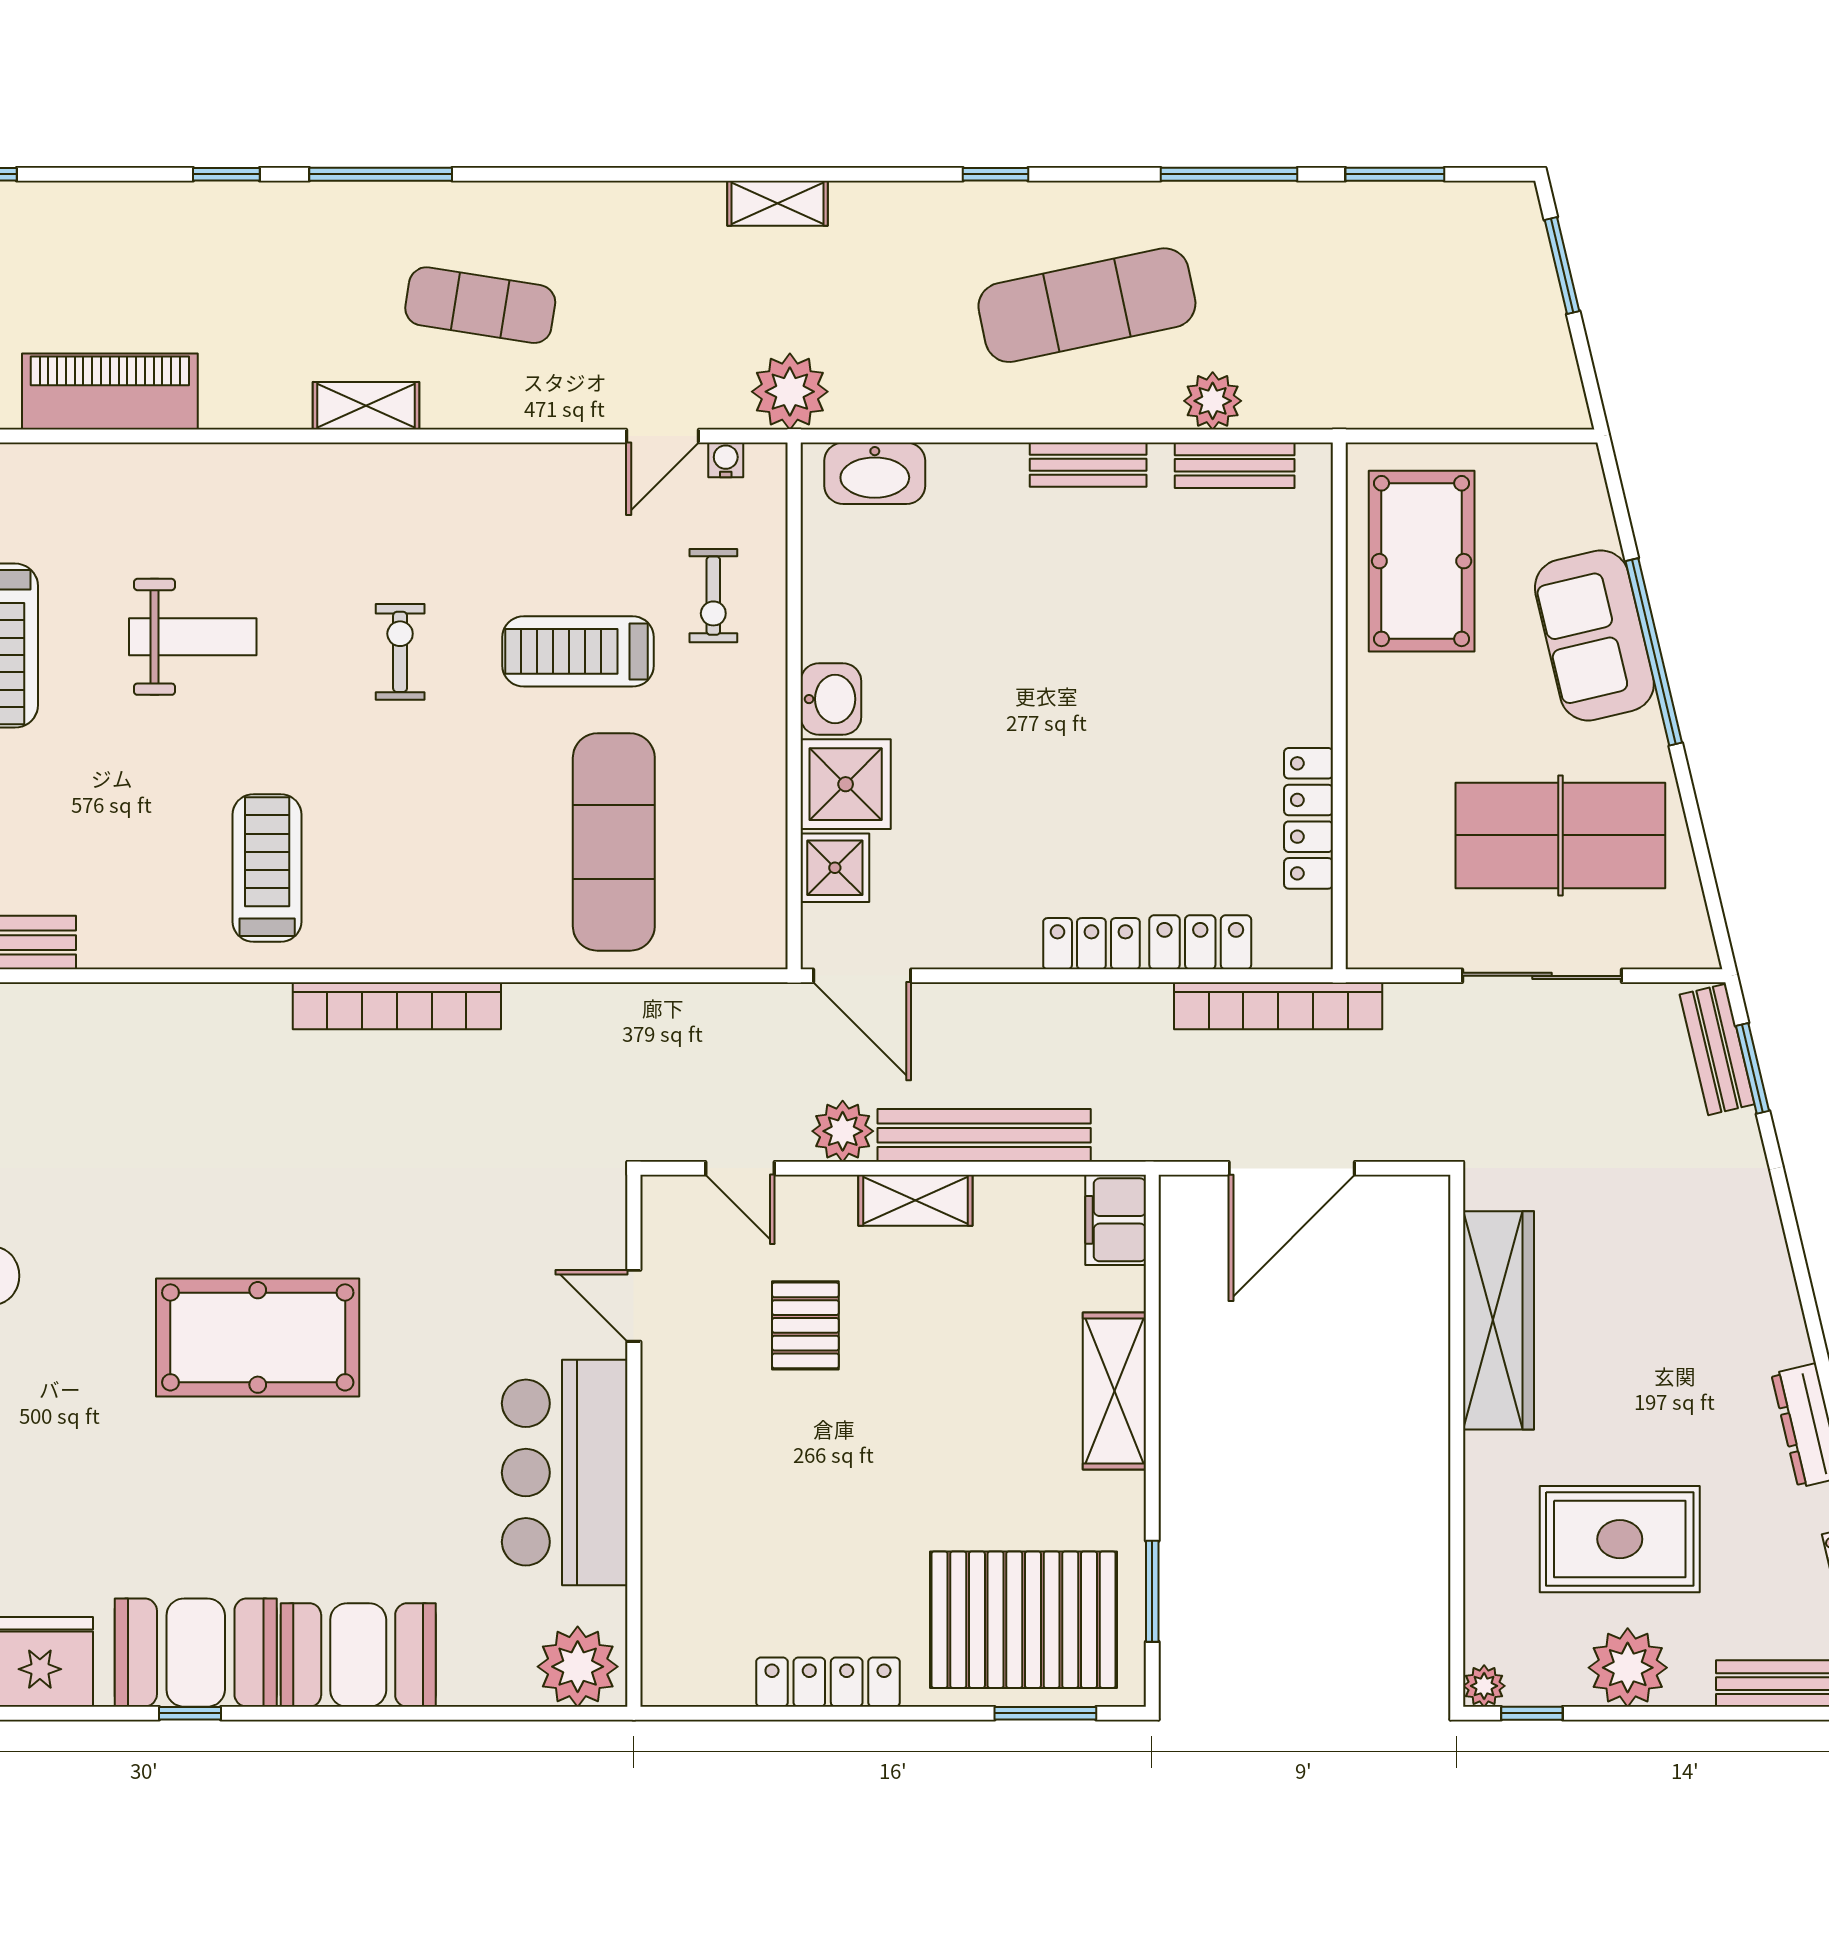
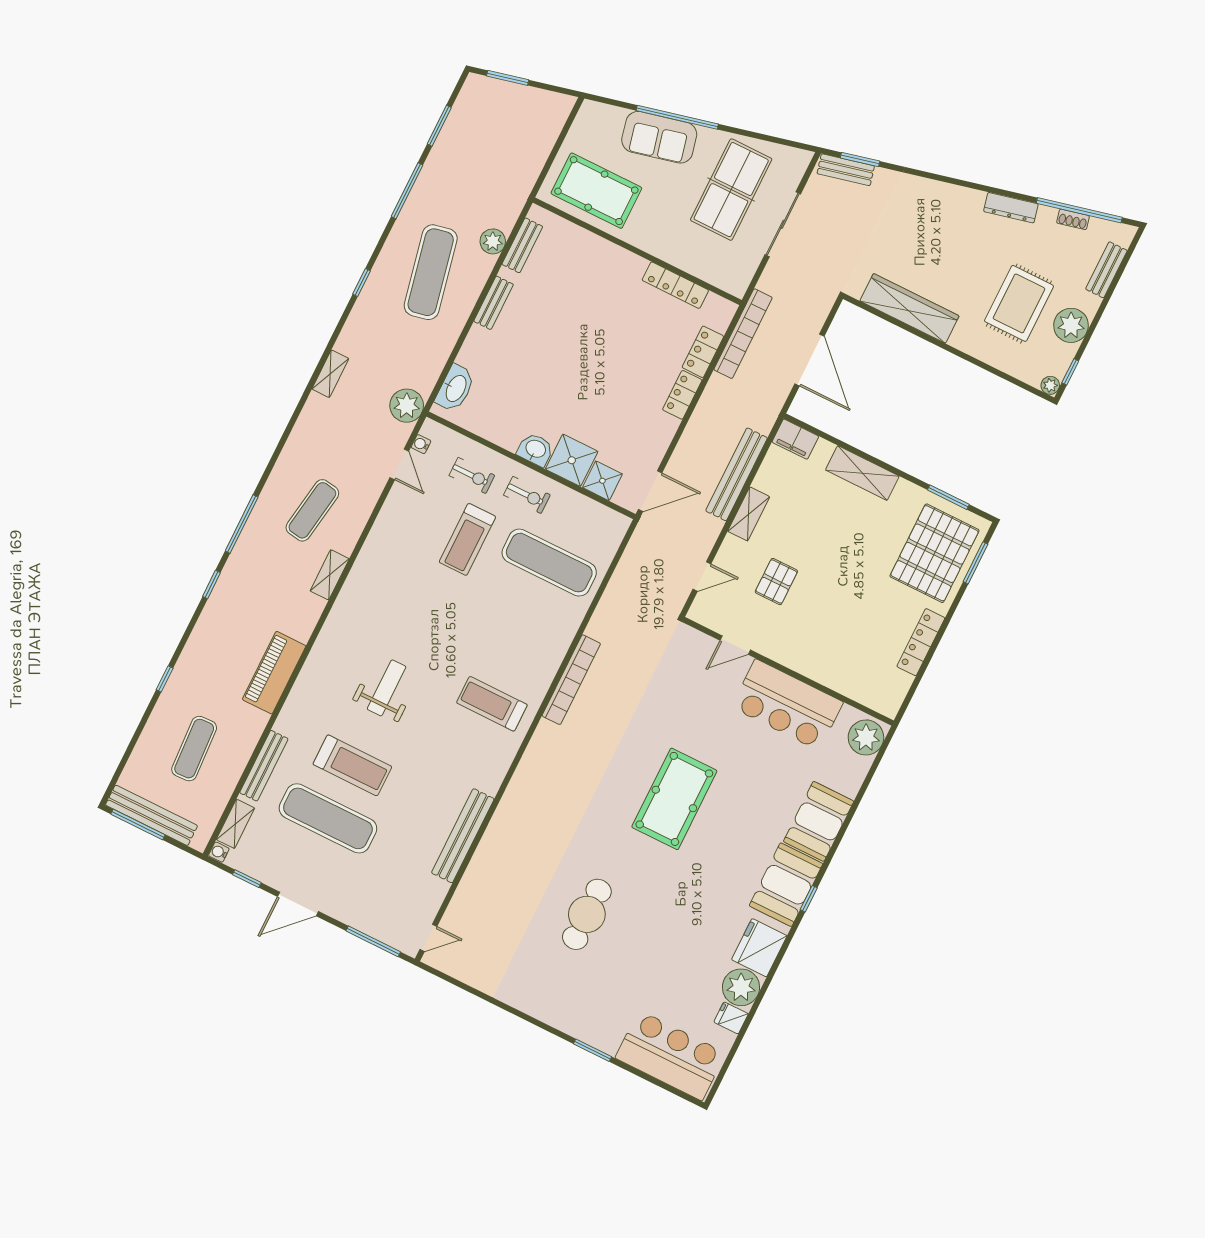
exercise bike: (400, 652) -> (527, 495), moved, turned 180
plant: (843, 1131) -> (707, 529), removed
pallet: (805, 1325) -> (776, 582), turned 90

